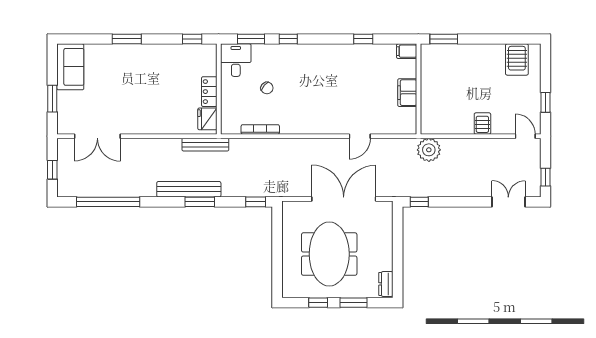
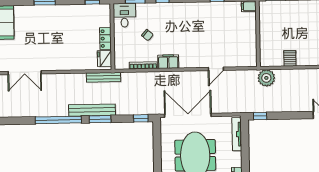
filing cabinet: (407, 93) -> (168, 62), moved, turned 90
server rack: (482, 123) -> (290, 58), moved
double door: (344, 199) -> (188, 115), moved
window: (108, 202) -> (58, 120), moved
tv unit: (387, 226) -> (237, 134), added

